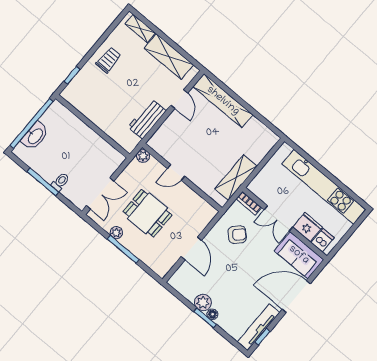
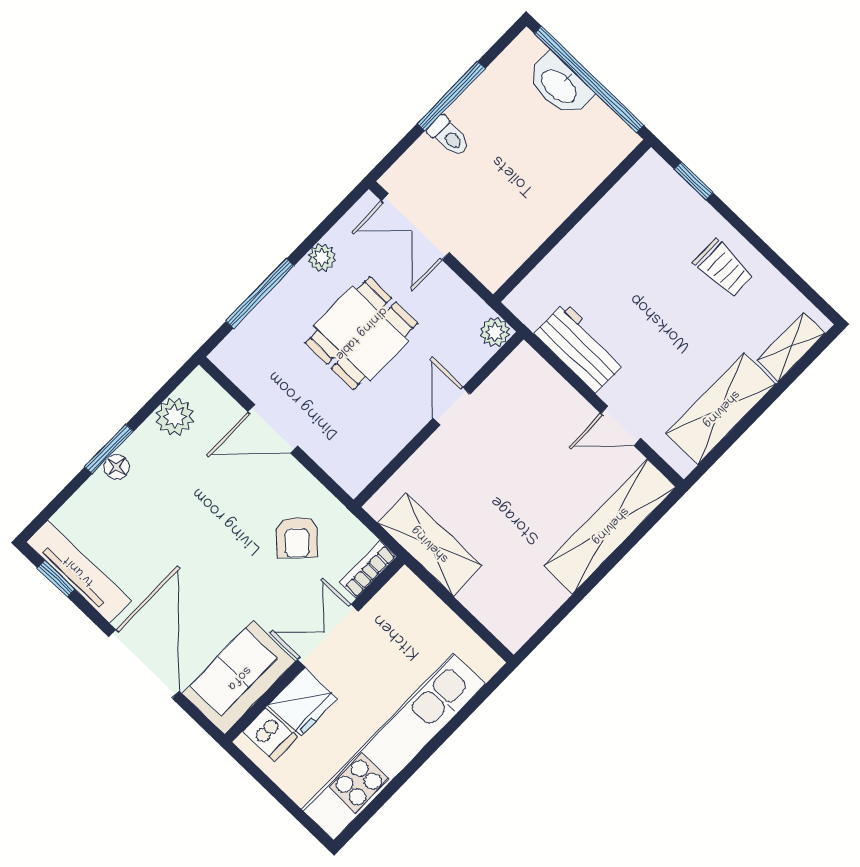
window: (123, 249) -> (260, 293), moved
plant: (203, 302) -> (175, 417), moved

